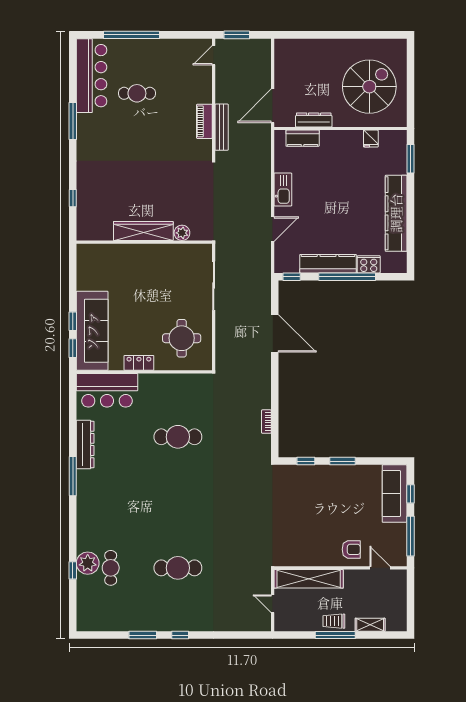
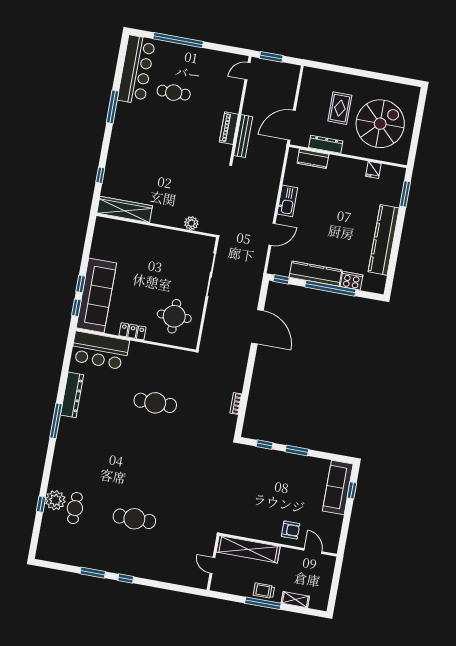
rug: (322, 78) -> (340, 108), added
wardrobe: (143, 231) -> (125, 209), moved
window: (410, 536) -> (345, 528), removed

